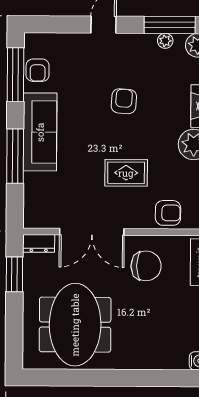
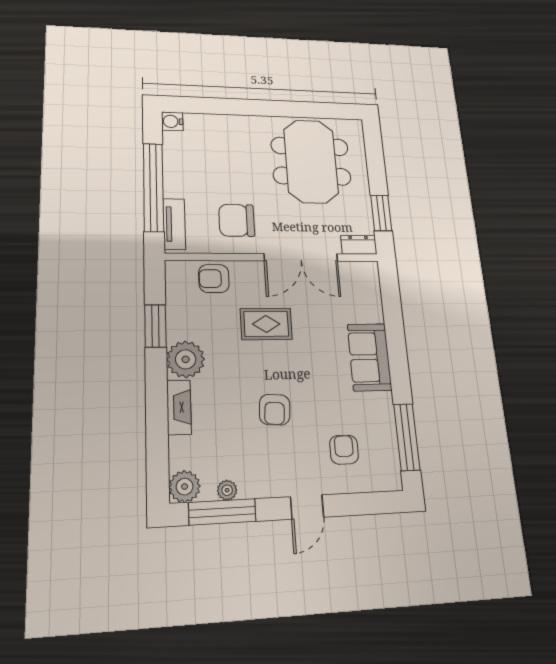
armchair: (38, 70) -> (344, 450), moved
sofa: (40, 132) -> (370, 357), width x0.73
window: (15, 156) -> (396, 340), removed
double door: (92, 232) -> (301, 257), swing flipped

